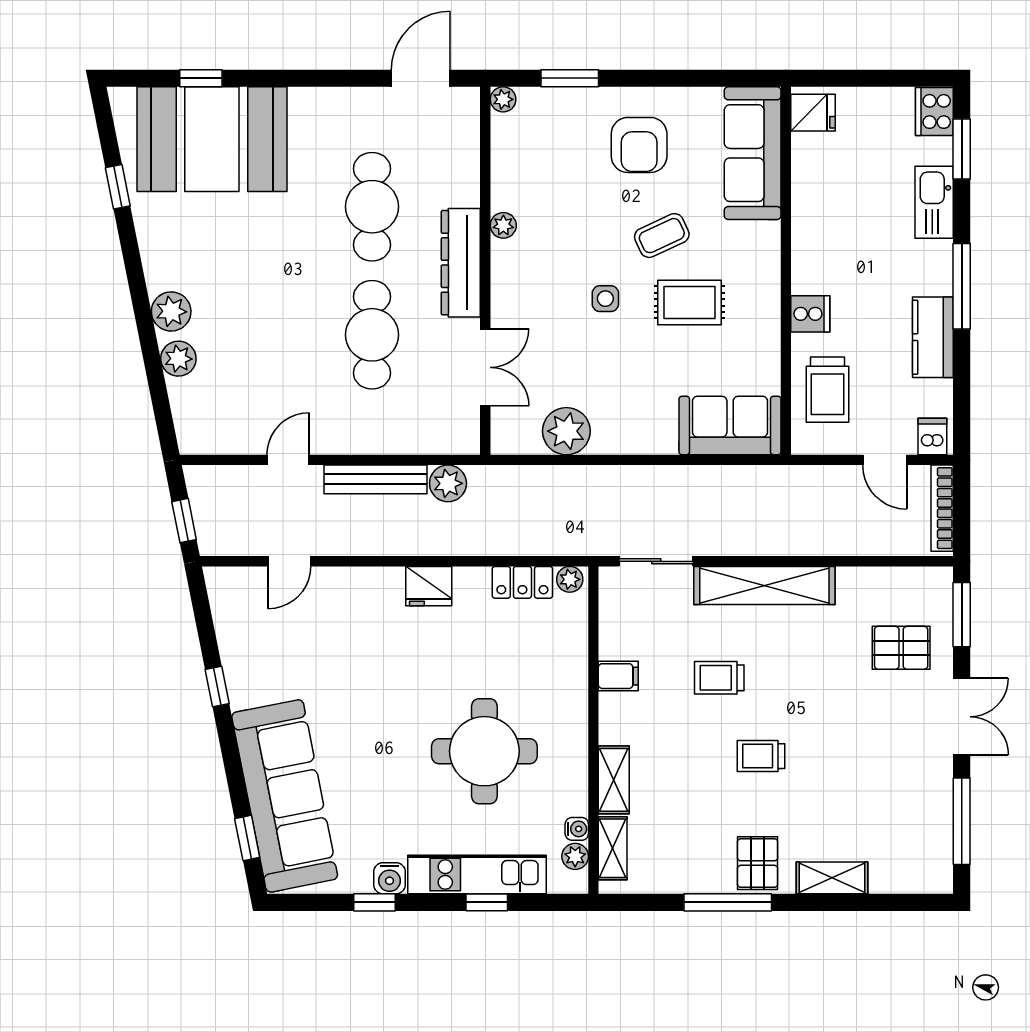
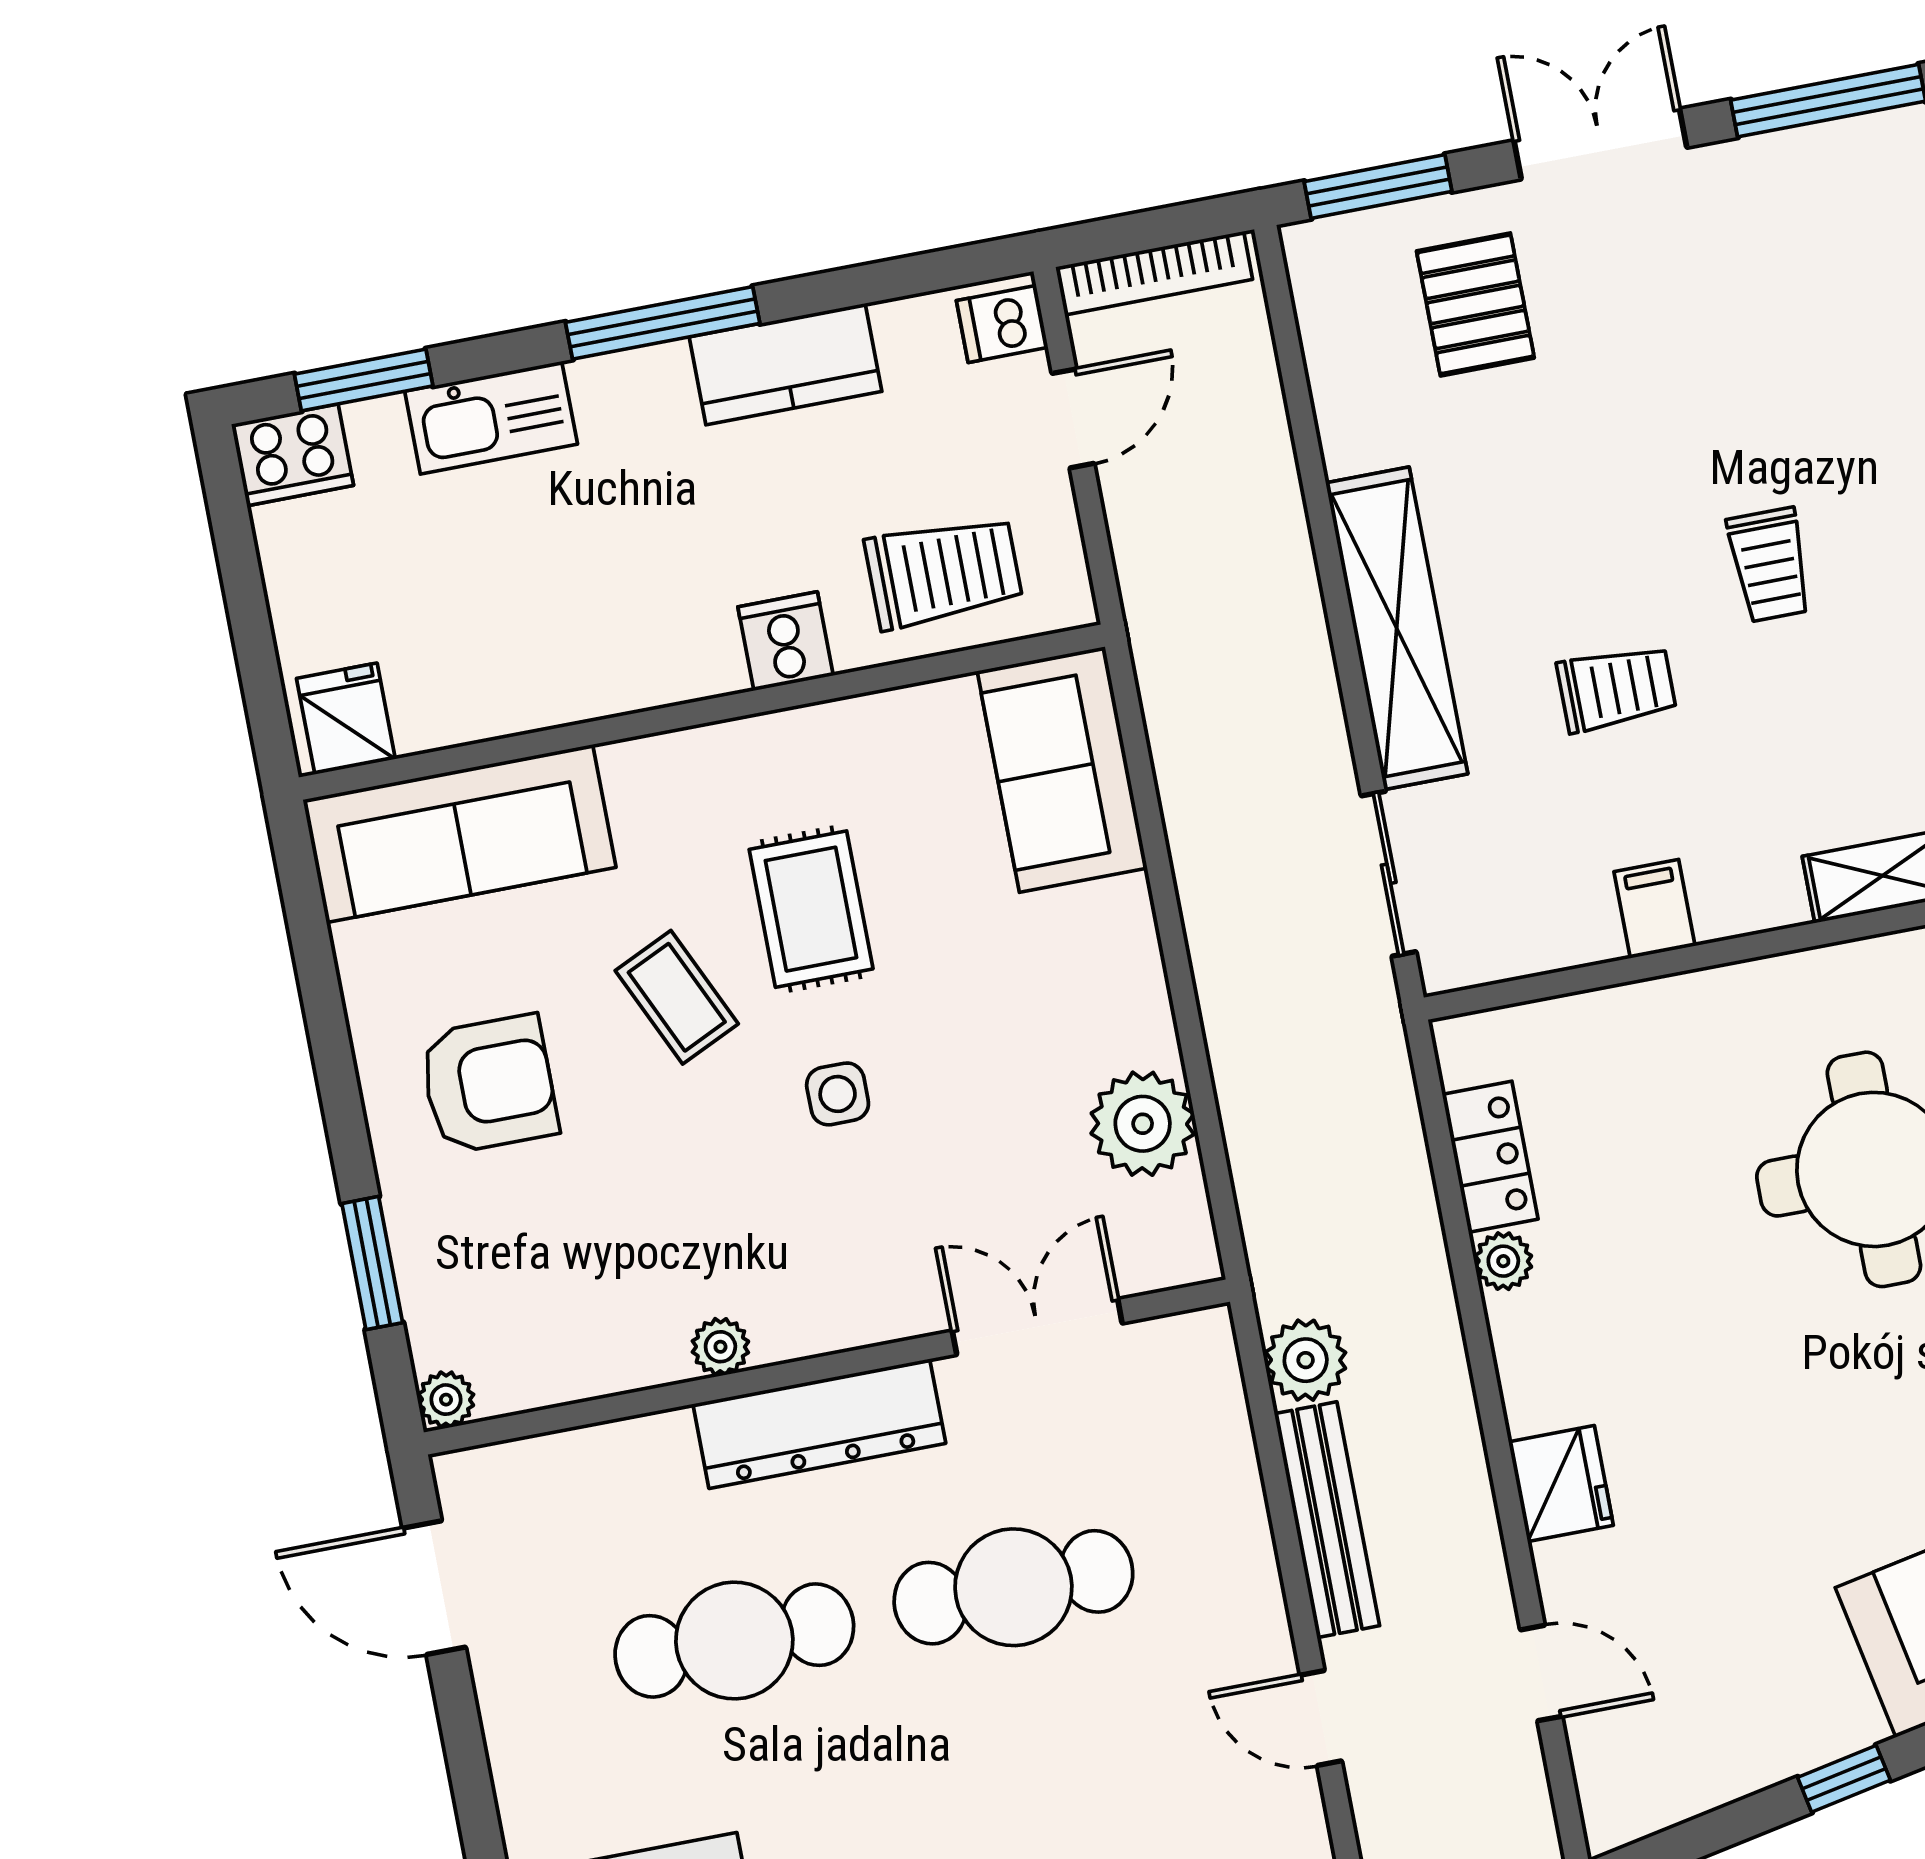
plant: (570, 579) -> (1503, 1261), moved
fridge: (429, 586) -> (1561, 1484), moved
trolley: (719, 678) -> (1616, 688), turned -90

